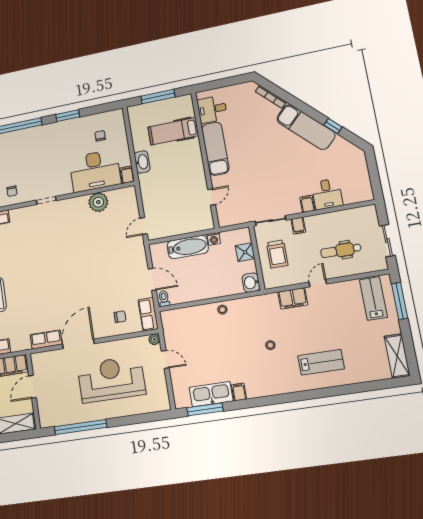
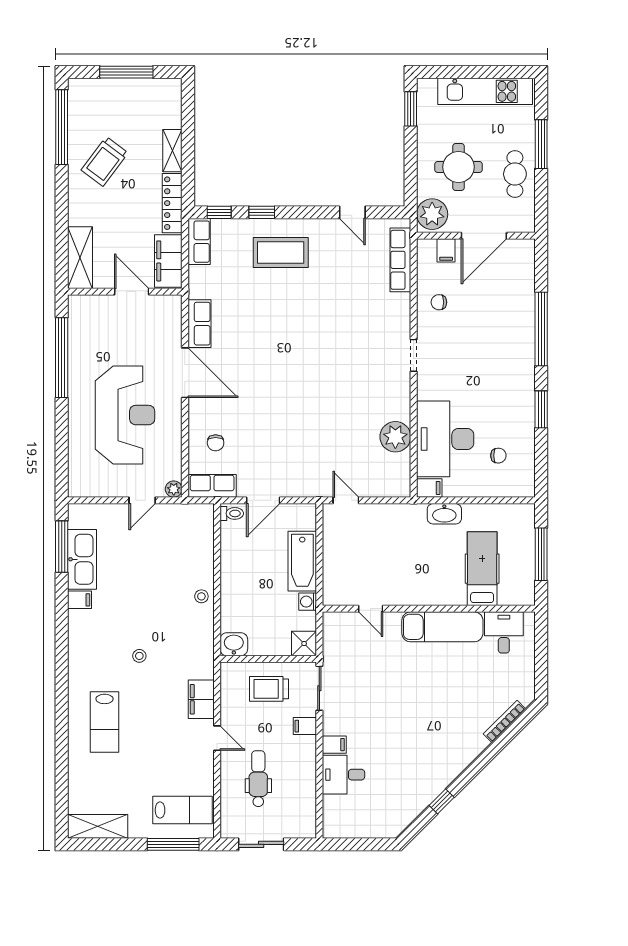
exam couch: (306, 127) -> (448, 763), removed
shower: (245, 252) -> (304, 644), moved

